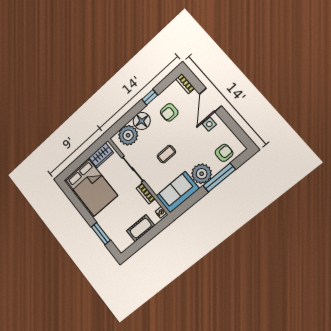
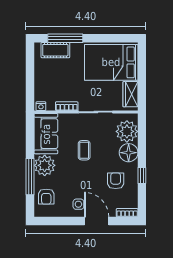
cot: (141, 228) -> (55, 50), moved, turned 90
window: (101, 234) -> (65, 38), width x1.44

